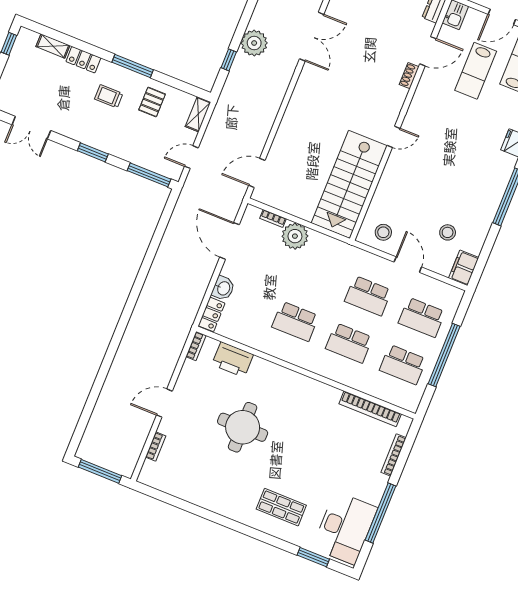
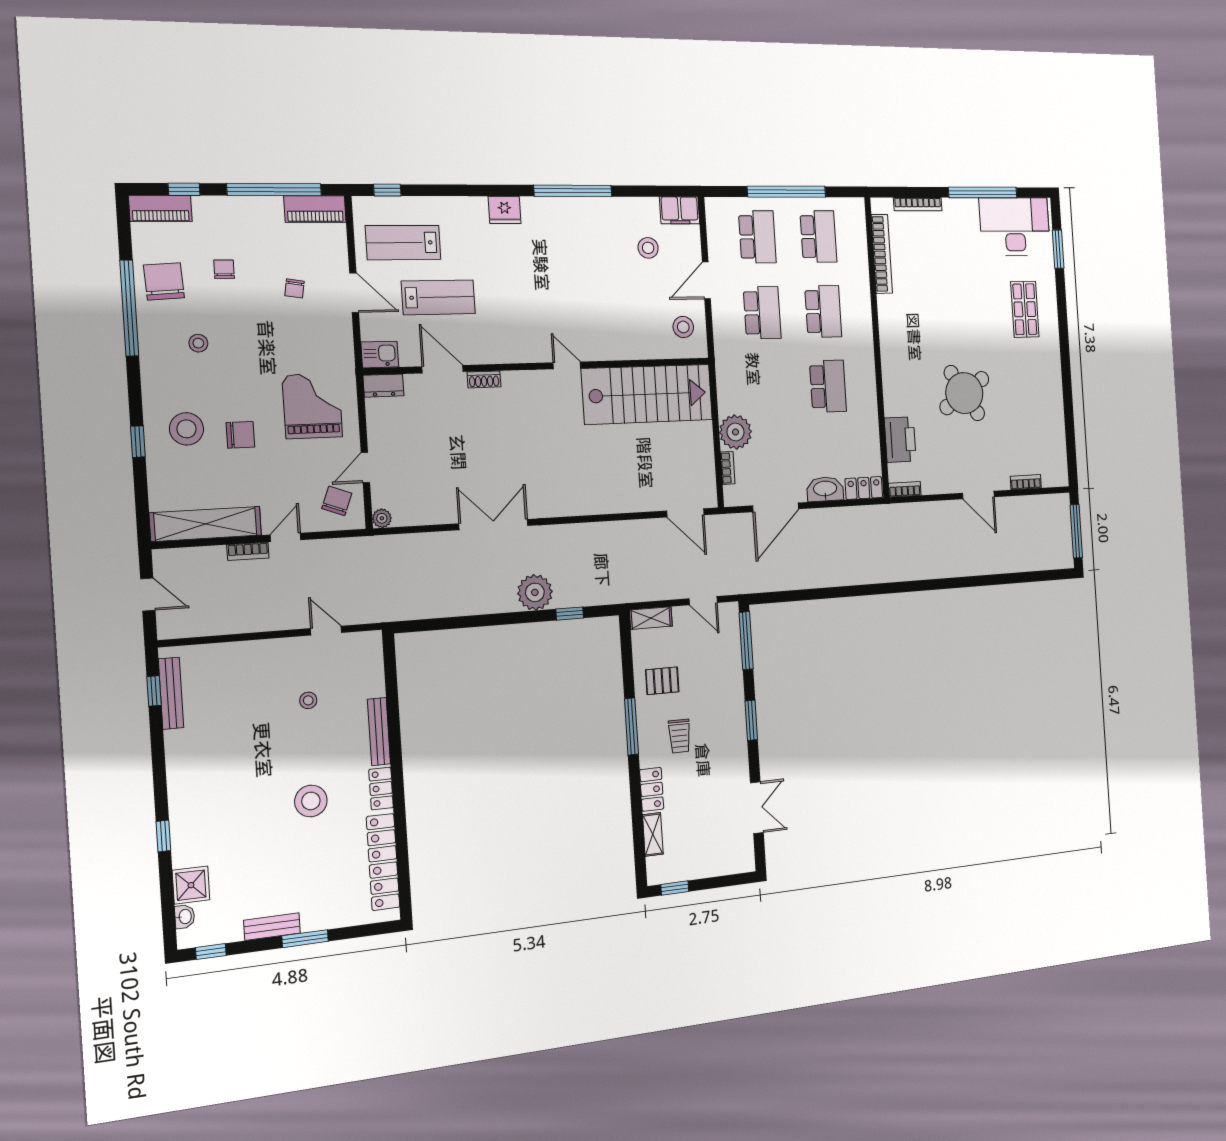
washbasin: (223, 288) -> (825, 489), width x1.38
round table: (243, 427) -> (964, 393), turned -33

